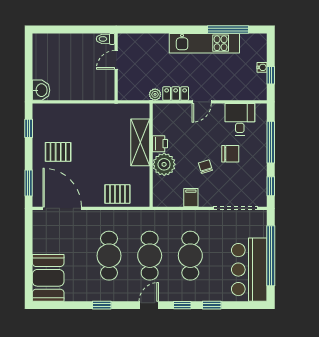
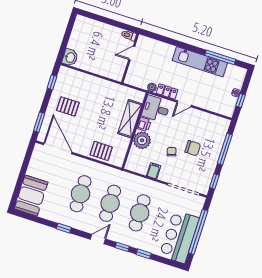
desk: (240, 119) -> (156, 109), moved, turned -90

